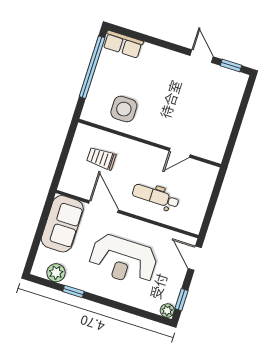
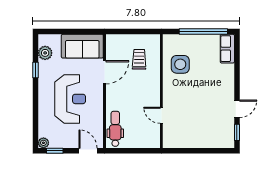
dental chair: (156, 196) -> (115, 129), moved
door: (195, 258) -> (88, 151), hinge flipped
reception desk: (123, 260) -> (70, 99), turned 180

